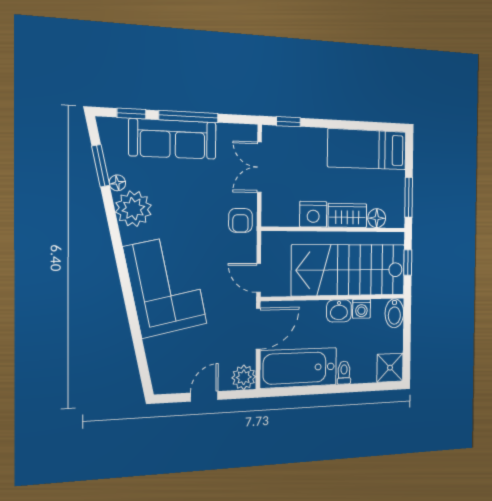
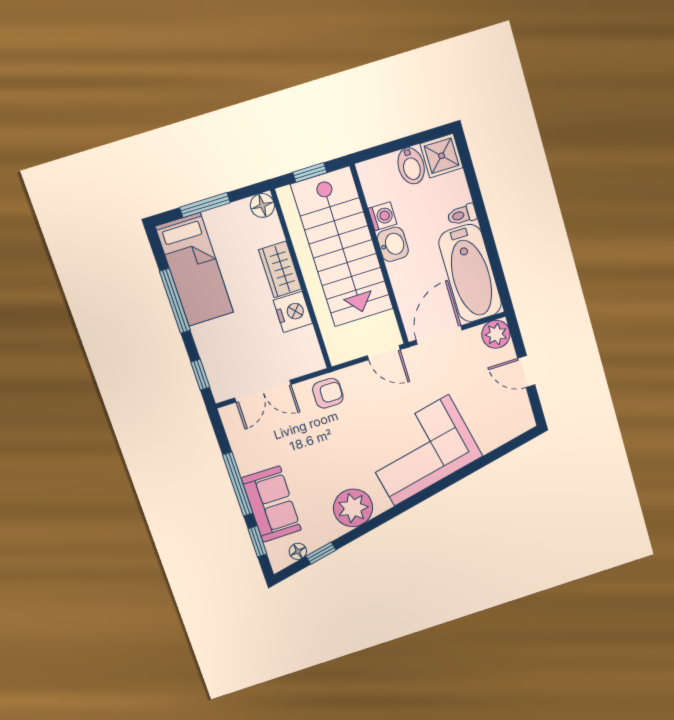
window: (350, 125) -> (175, 301), added
sofa: (173, 139) -> (271, 504), width x0.73
window: (101, 166) -> (321, 553), width x0.67
floor lamp: (117, 183) -> (298, 551), moved
window: (409, 197) -> (205, 205), moved
floor lamp: (377, 218) -> (262, 205), moved
door: (259, 278) -> (384, 353), hinge flipped
bidet: (394, 313) -> (411, 166), moved, turned 90
door: (258, 329) -> (439, 335), hinge flipped

